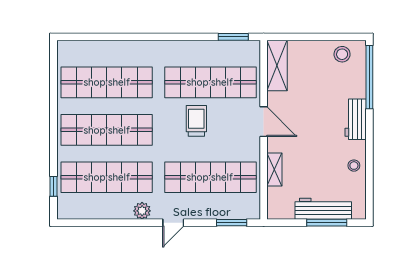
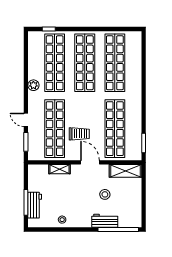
stool: (342, 54) -> (105, 194), moved
workbench: (356, 119) -> (105, 221), moved
trolley: (196, 121) -> (79, 134), moved
door: (264, 122) -> (90, 162), swing flipped
workbench: (323, 209) -> (35, 205), width x0.73
door: (173, 223) -> (26, 120), moved

